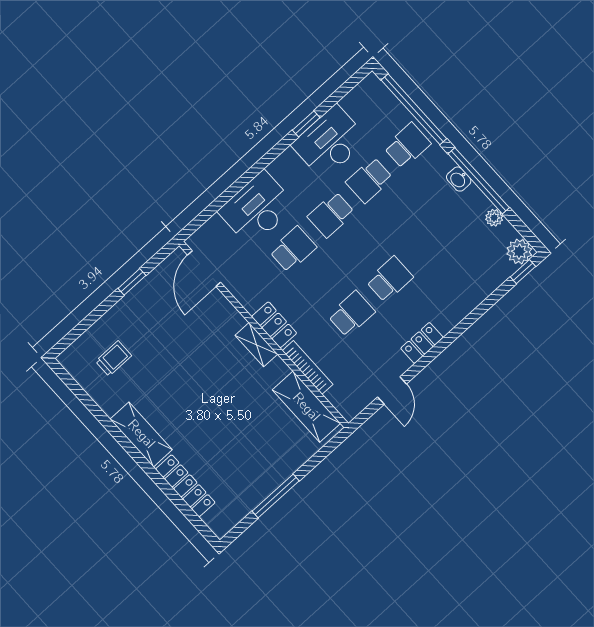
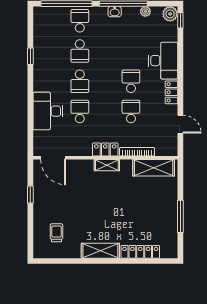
desk: (330, 142) -> (163, 61), moved, turned 180

